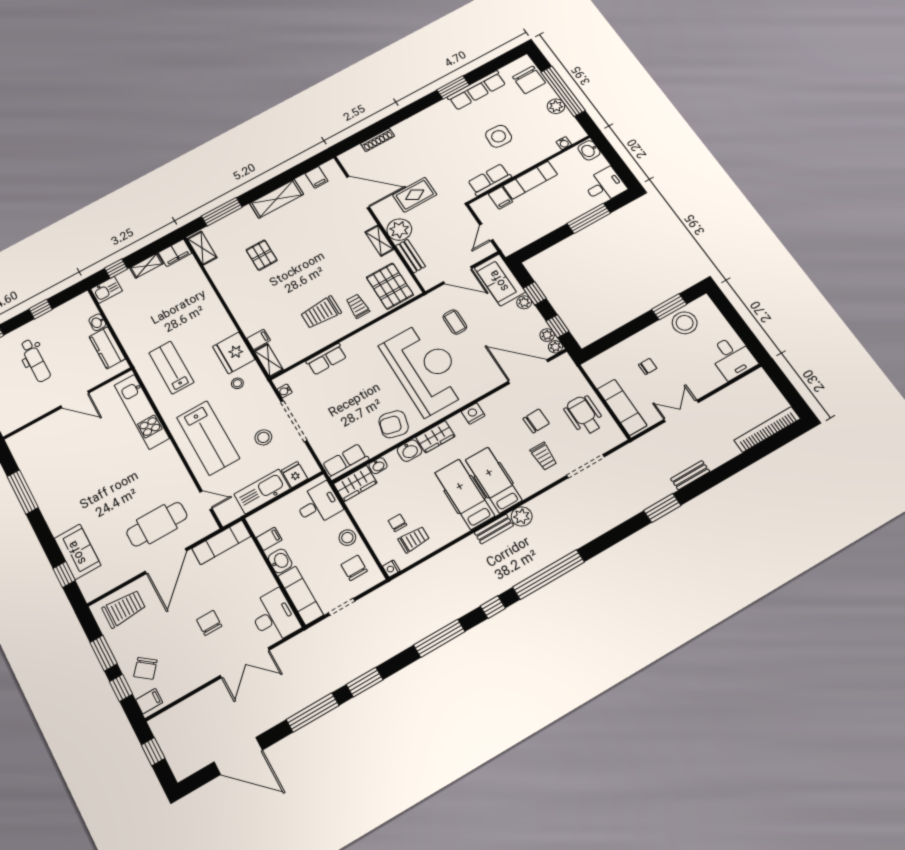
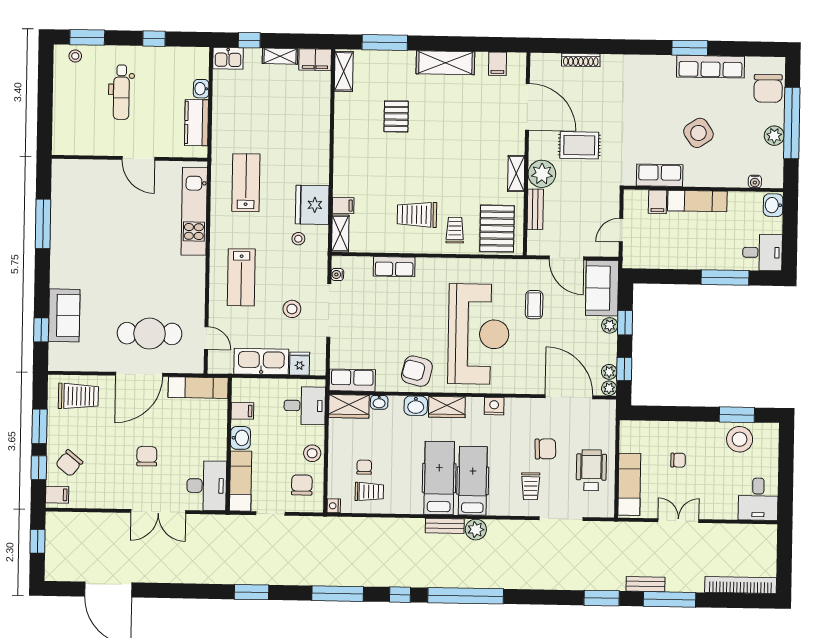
side table: (499, 136) -> (698, 133), turned -37
lab bench: (208, 438) -> (241, 277), width x0.73, depth x0.72
window: (313, 713) -> (669, 599), moved

